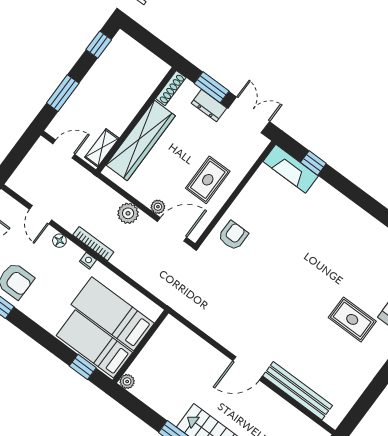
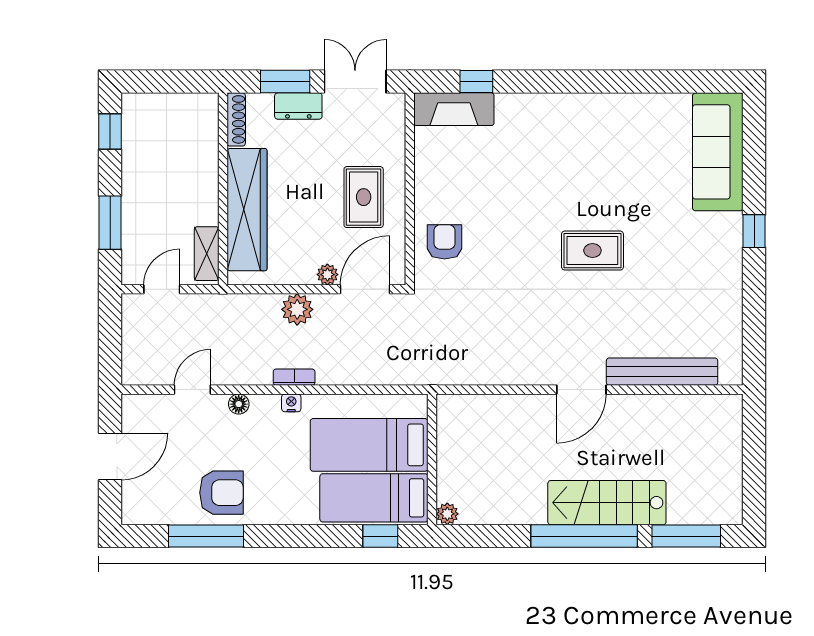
door: (41, 215) -> (192, 390), swing flipped
bookcase: (93, 244) -> (294, 377), width x0.64
rug: (352, 319) -> (592, 251), moved

